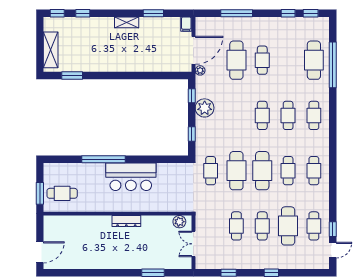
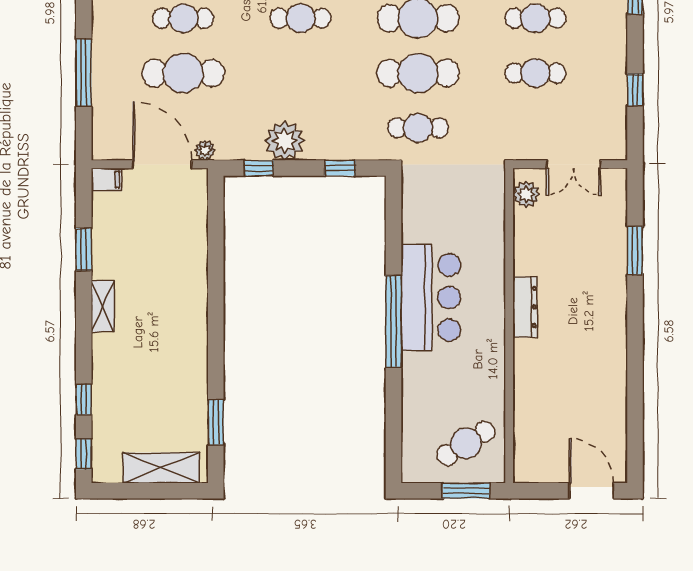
window: (103, 159) -> (394, 322), moved
cafe table: (62, 193) -> (466, 443), turned 58

